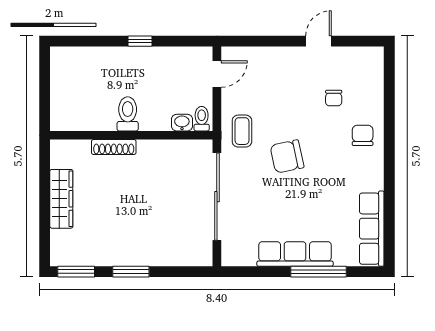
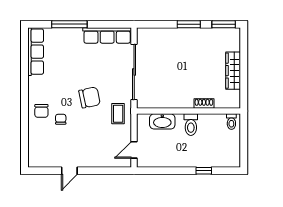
window: (140, 41) -> (204, 171), moved
chair: (334, 98) -> (61, 119), moved
toilet: (202, 119) -> (231, 122), moved
washbasin: (182, 123) -> (162, 121), width x1.91, depth x1.45
shoe rack: (114, 147) -> (204, 104), width x0.70
row of seats: (295, 254) -> (107, 35), moved

